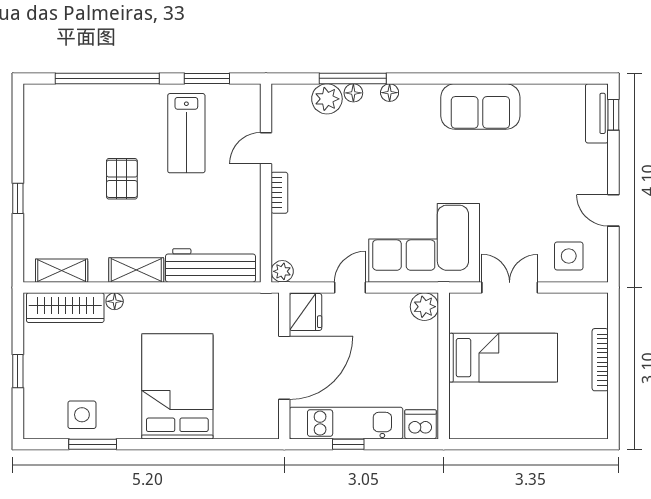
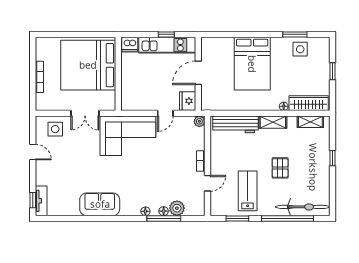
bicycle: (77, 101) -> (303, 207), added
plant: (424, 307) -> (128, 104), removed
bed: (503, 358) -> (88, 65), width x2.04
door: (284, 368) -> (198, 73), width x0.73

